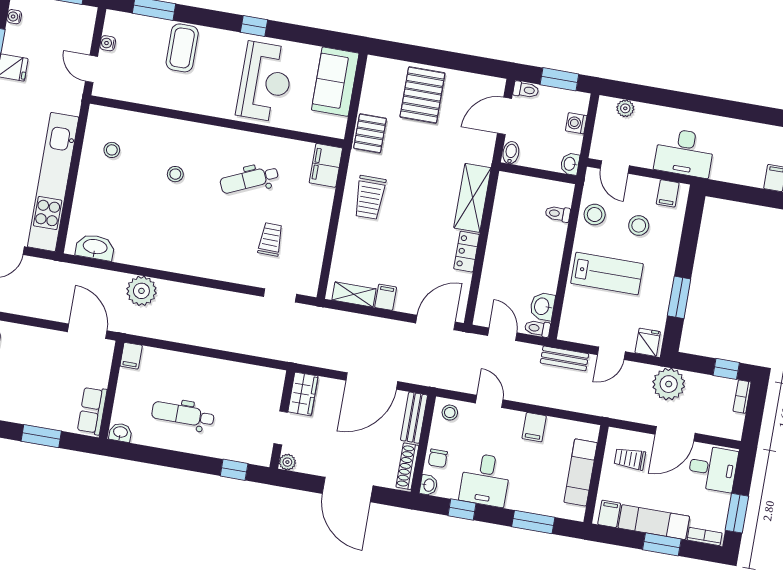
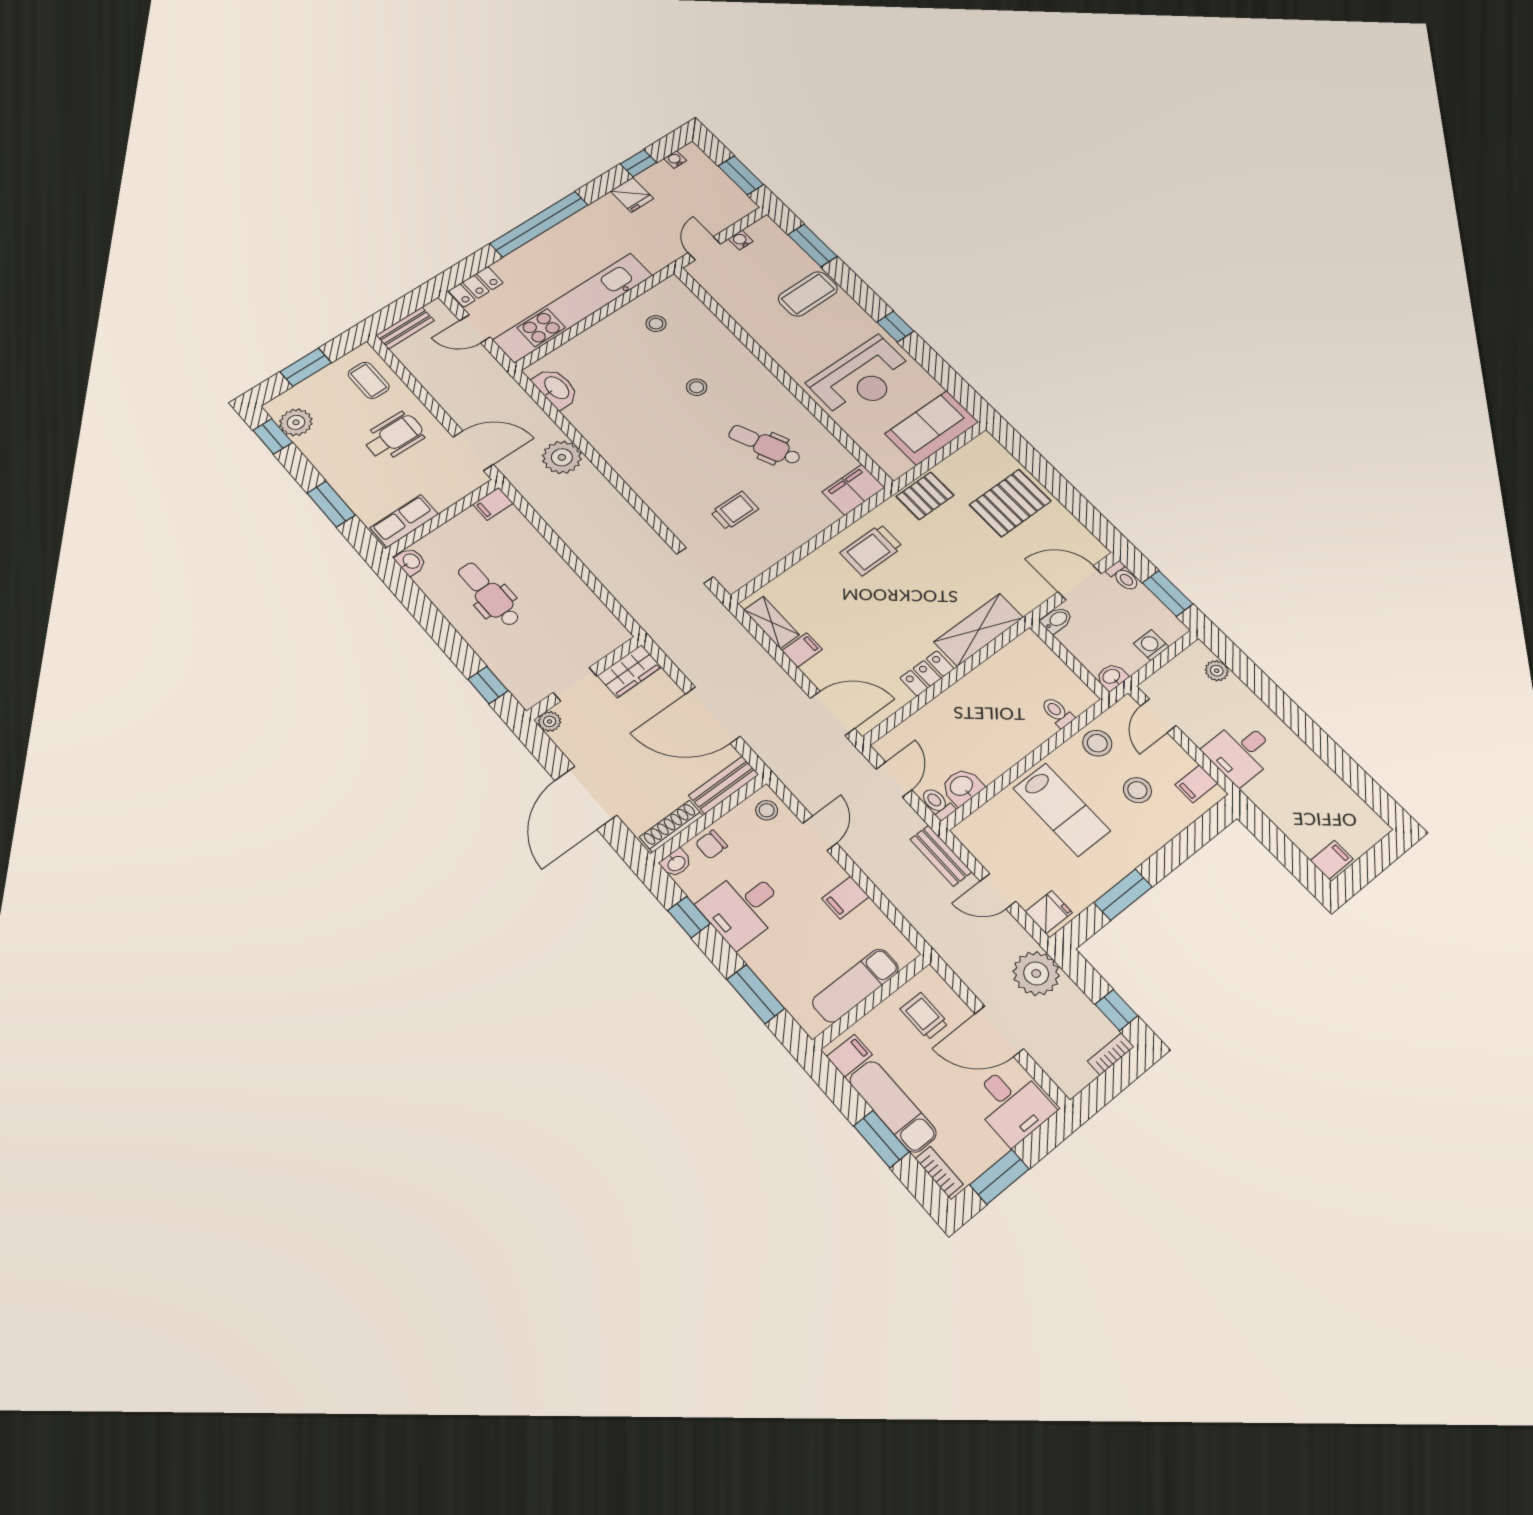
desk: (684, 153) -> (1240, 752), width x0.73
door: (87, 331) -> (473, 451), hinge flipped
wheelchair: (34, 362) -> (394, 436), added

